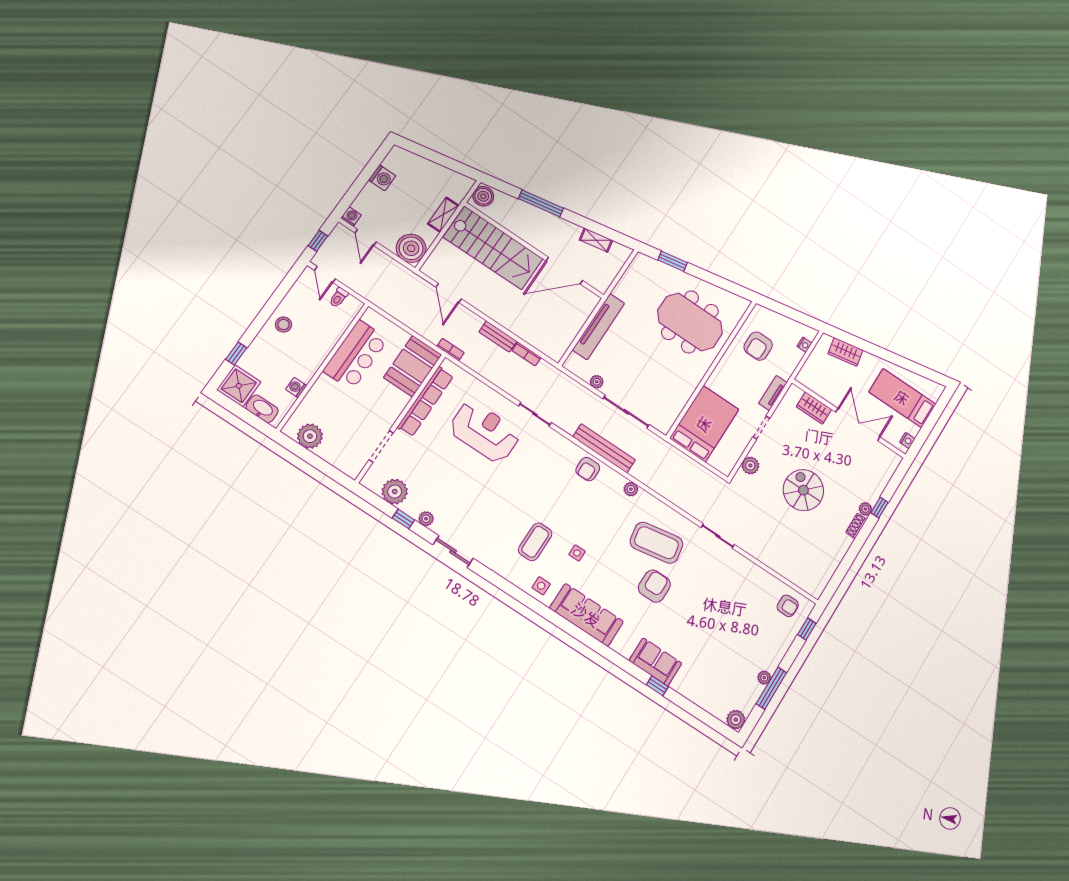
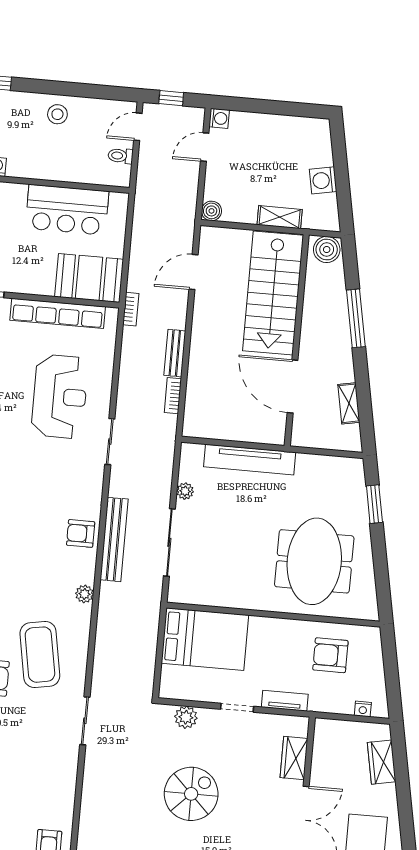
washing machine: (382, 178) -> (323, 180), moved, turned 79
boiler: (411, 248) -> (211, 211), width x0.54, depth x0.54

